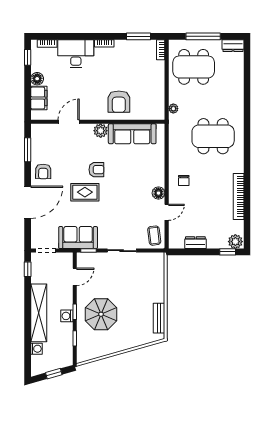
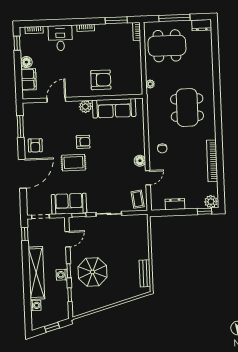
desk: (76, 54) -> (60, 38), width x0.73
armchair: (119, 102) -> (101, 80), turned -90
dining table: (213, 136) -> (187, 108), turned 90

